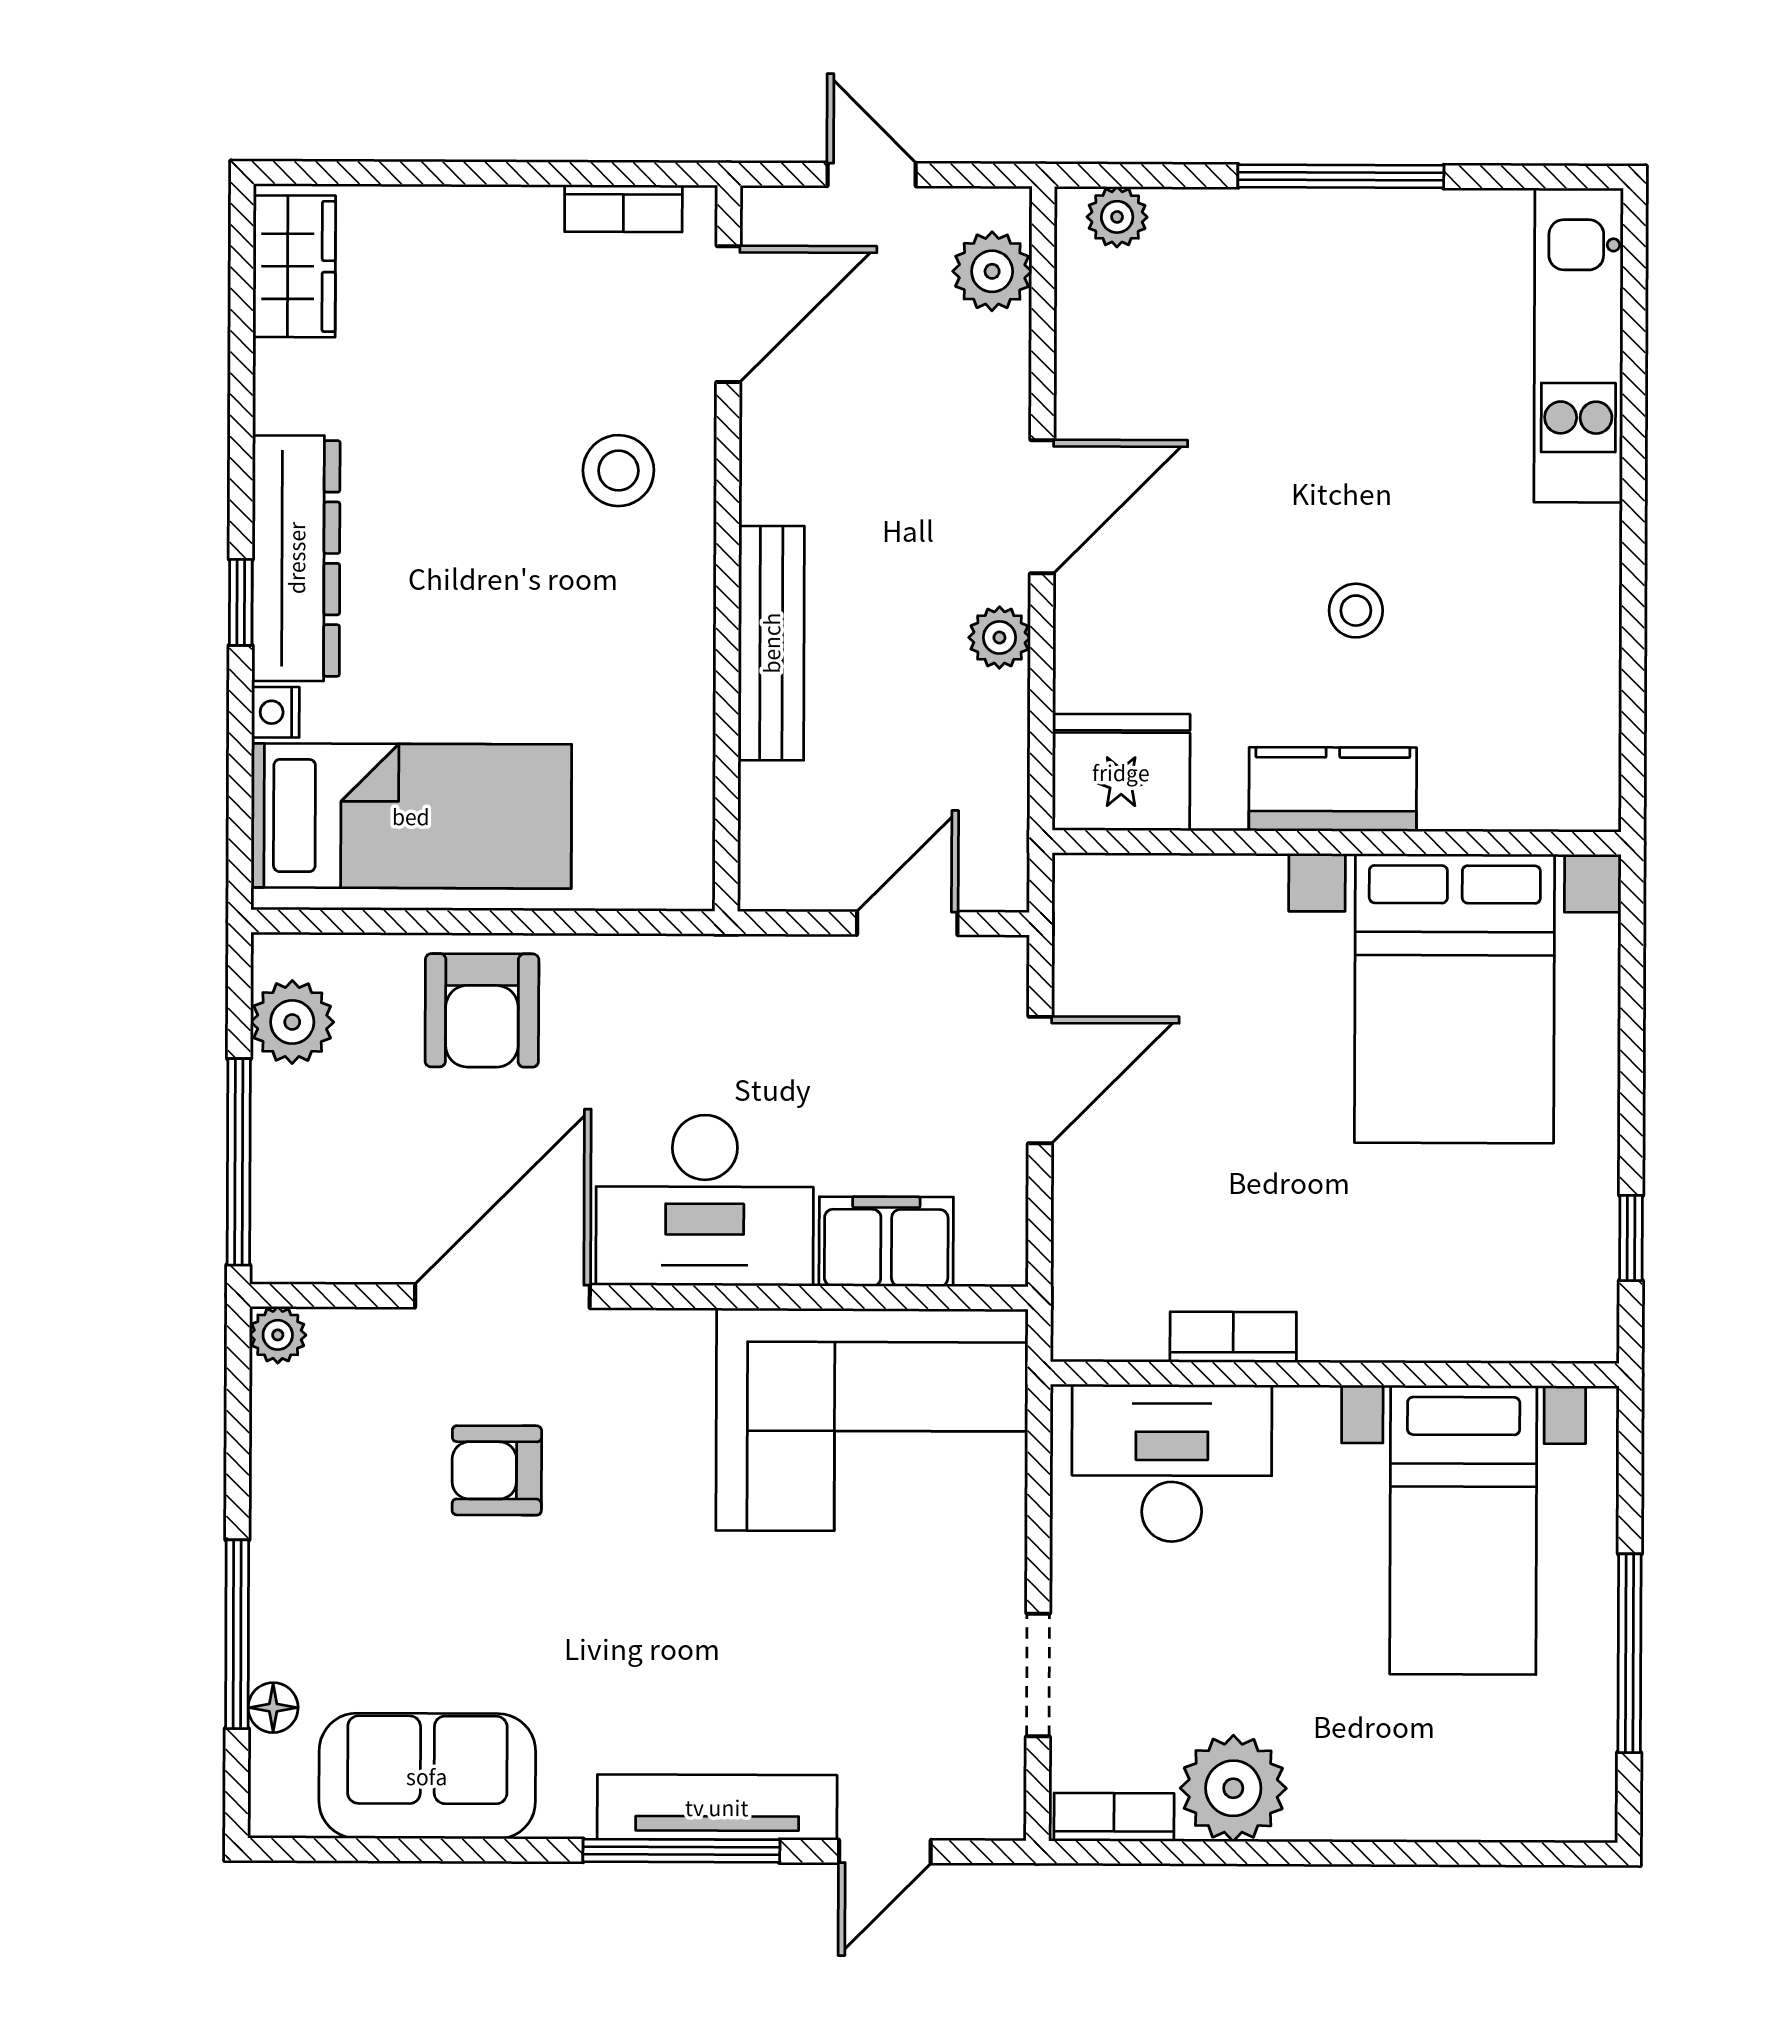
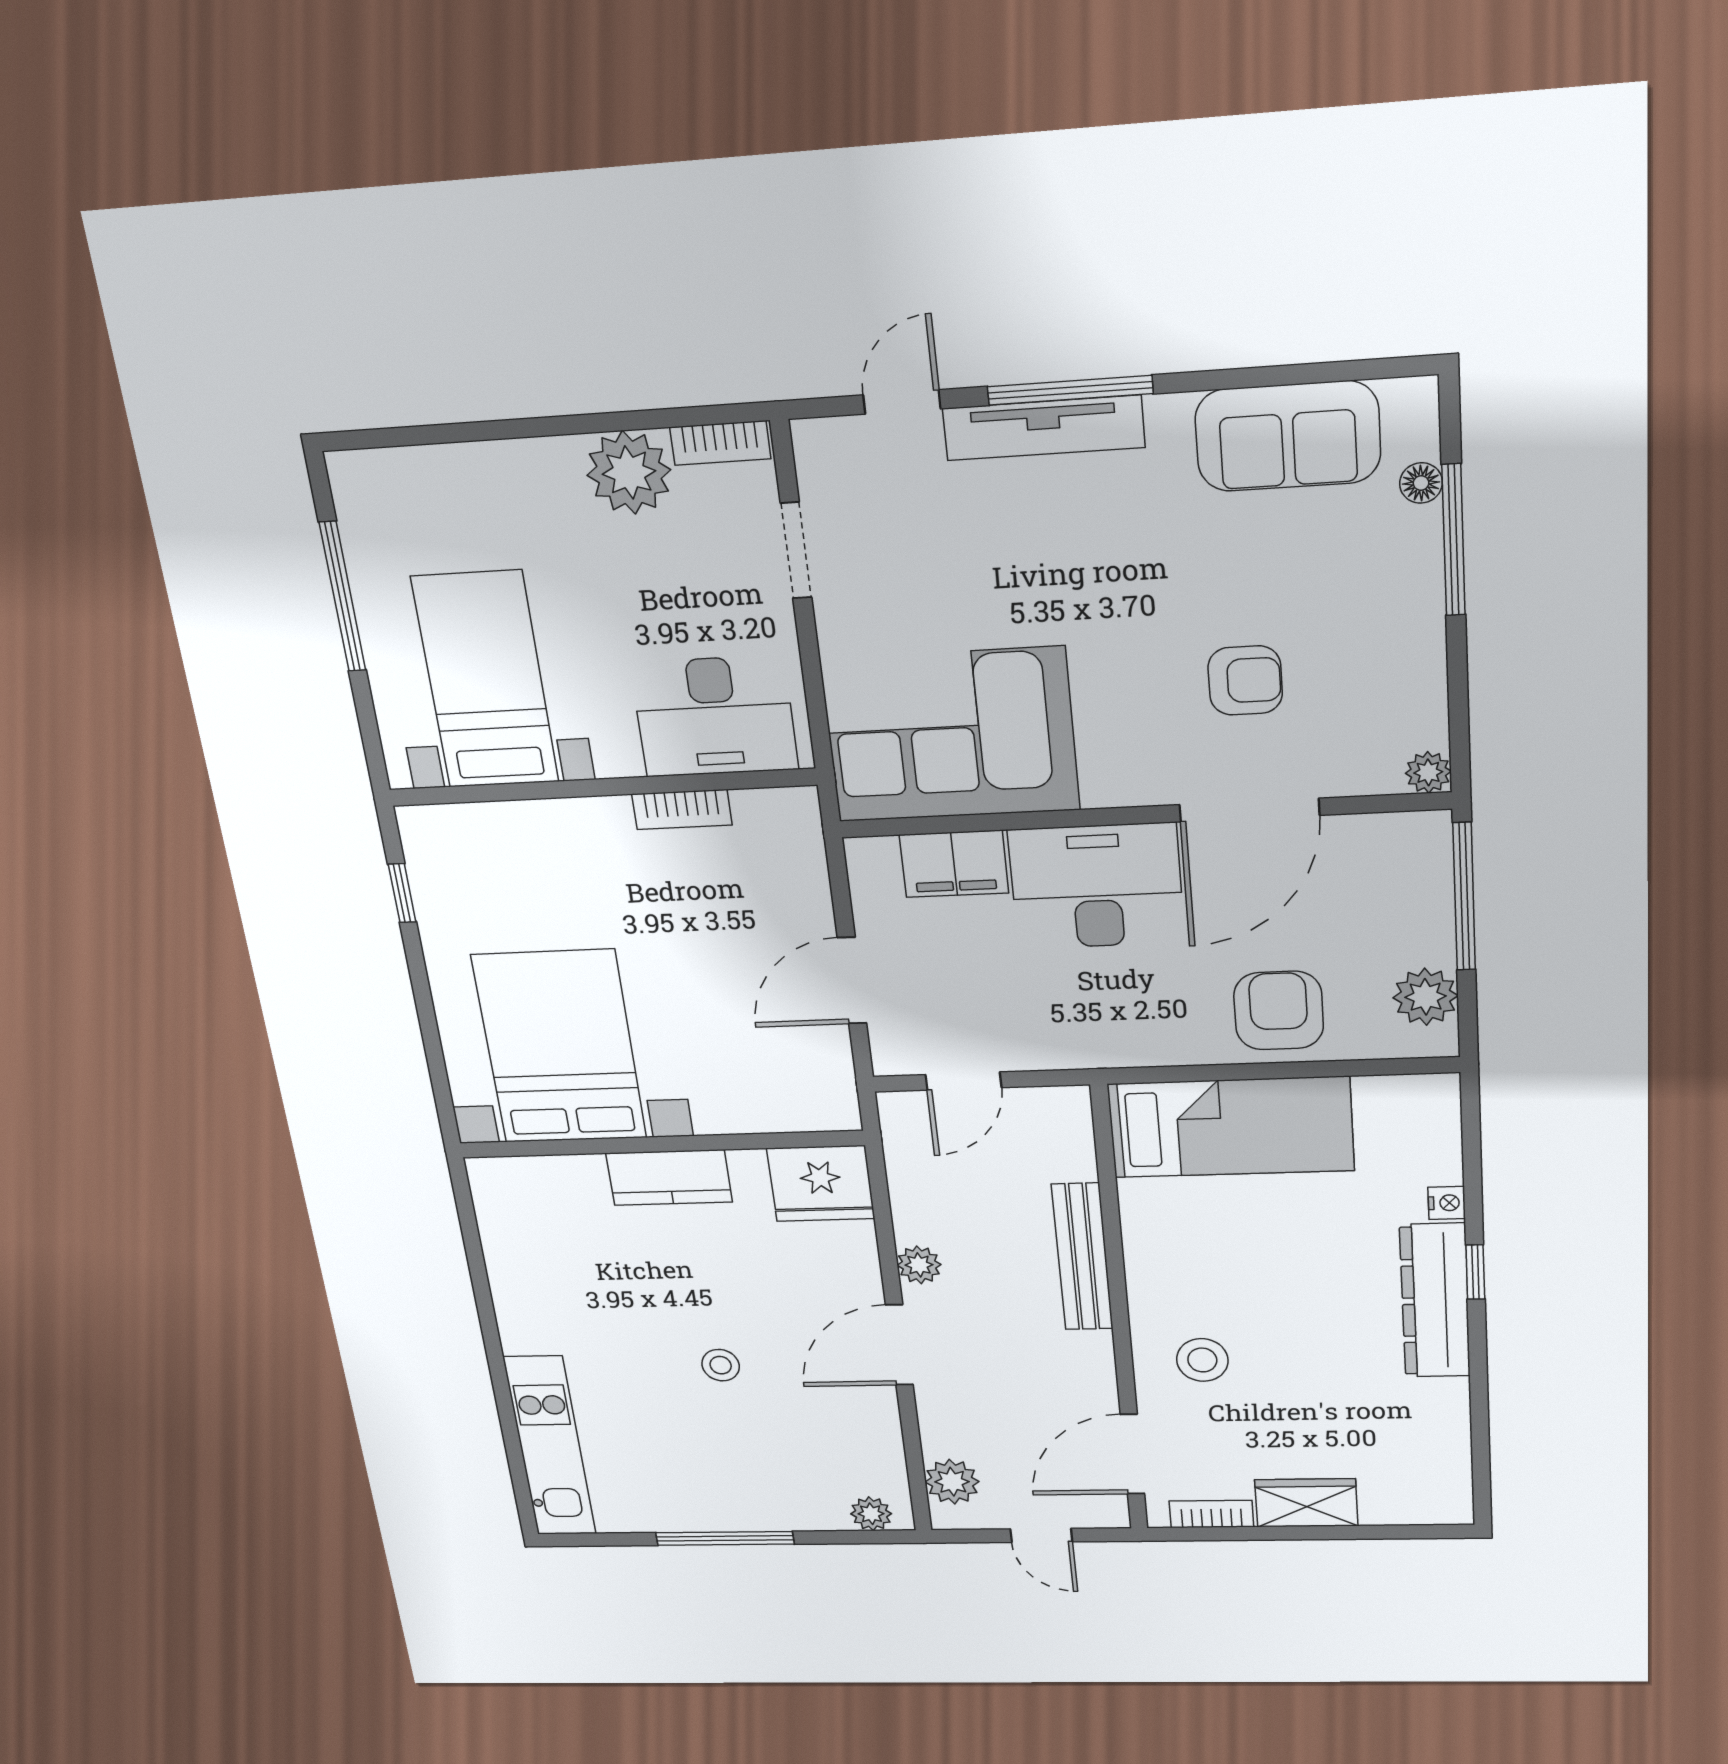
wardrobe: (294, 266) -> (1306, 1503), moved, turned 90
stool: (1356, 611) -> (721, 1365), moved
bed: (411, 816) -> (1231, 1127), moved, turned 180

